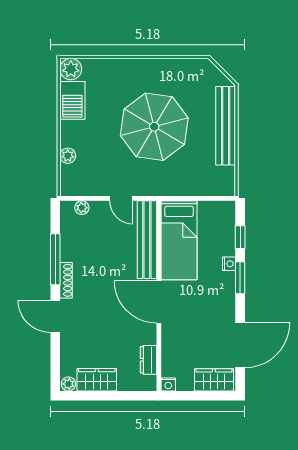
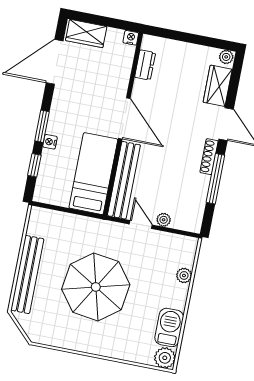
plant: (82, 208) -> (164, 220), moved
wardrobe: (97, 380) -> (218, 86), moved, turned 90

